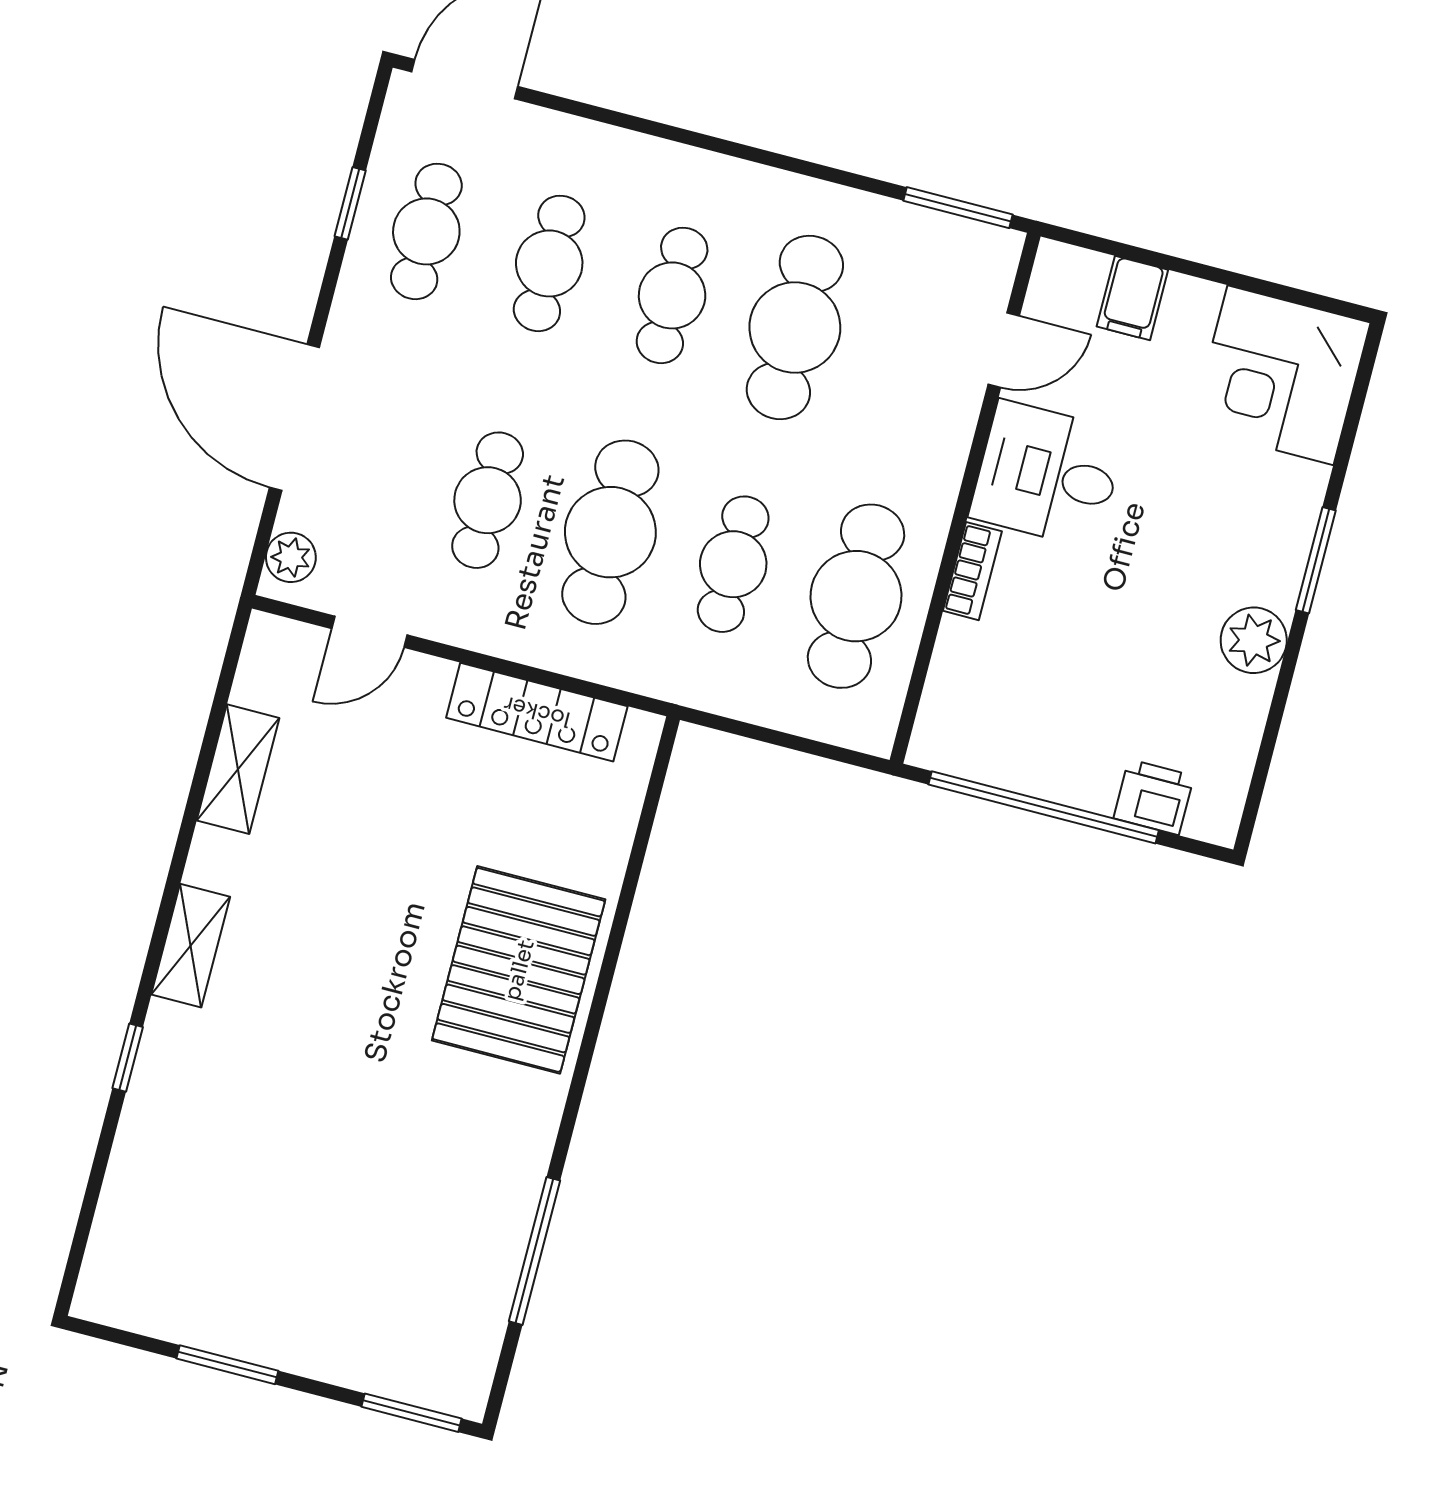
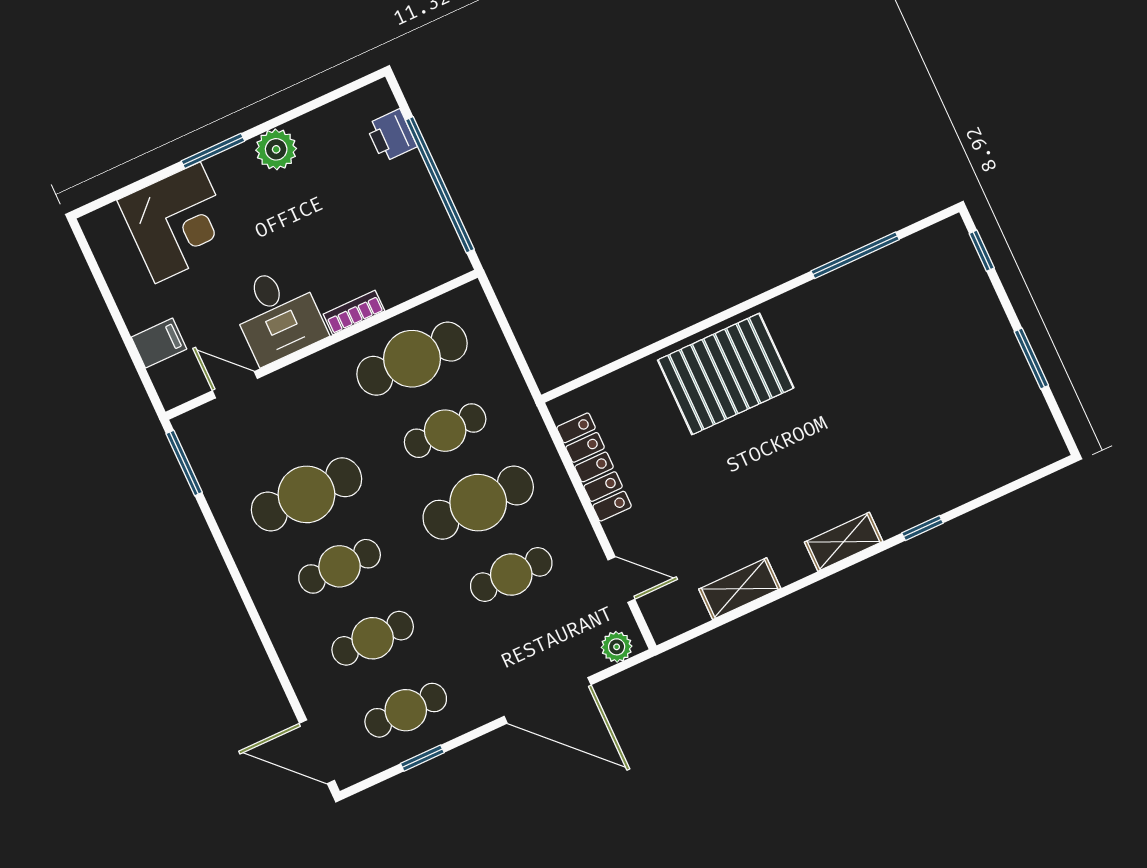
corner desk: (1280, 375) -> (178, 223), moved
door: (294, 417) -> (548, 700), hinge flipped
window: (411, 1413) -> (982, 251), width x0.67

